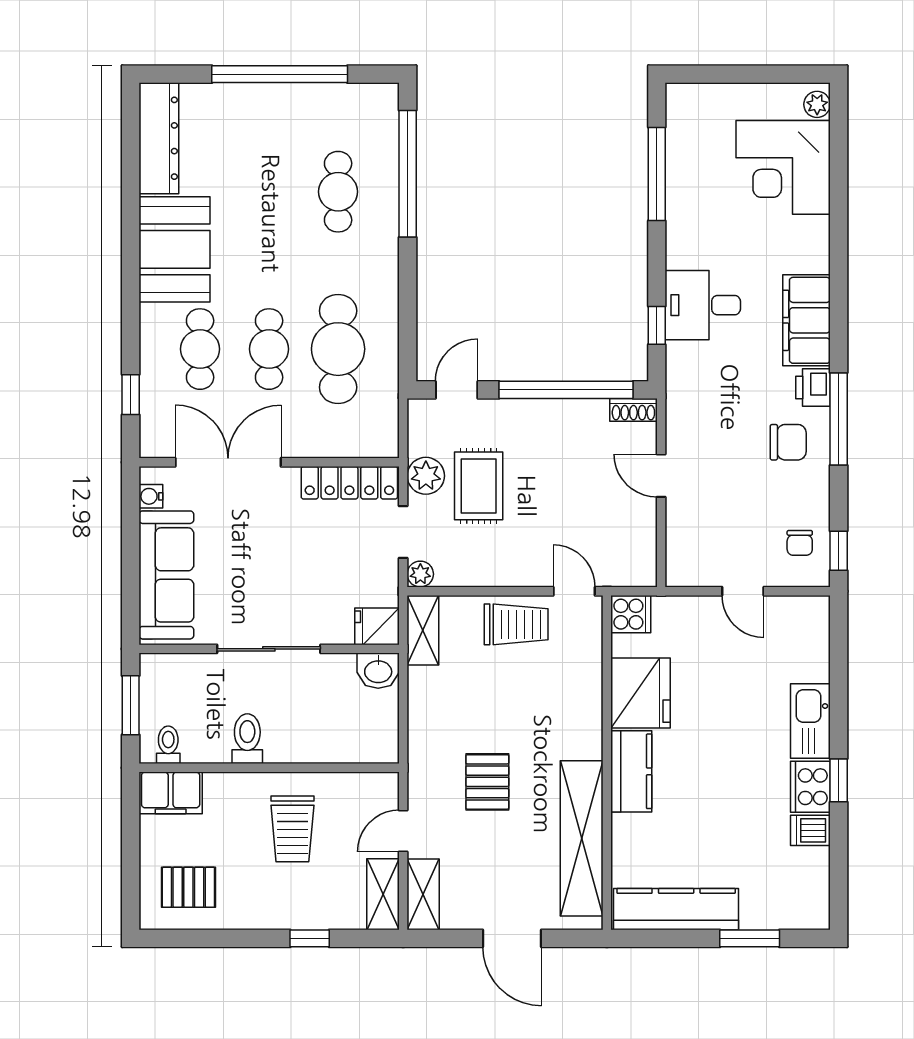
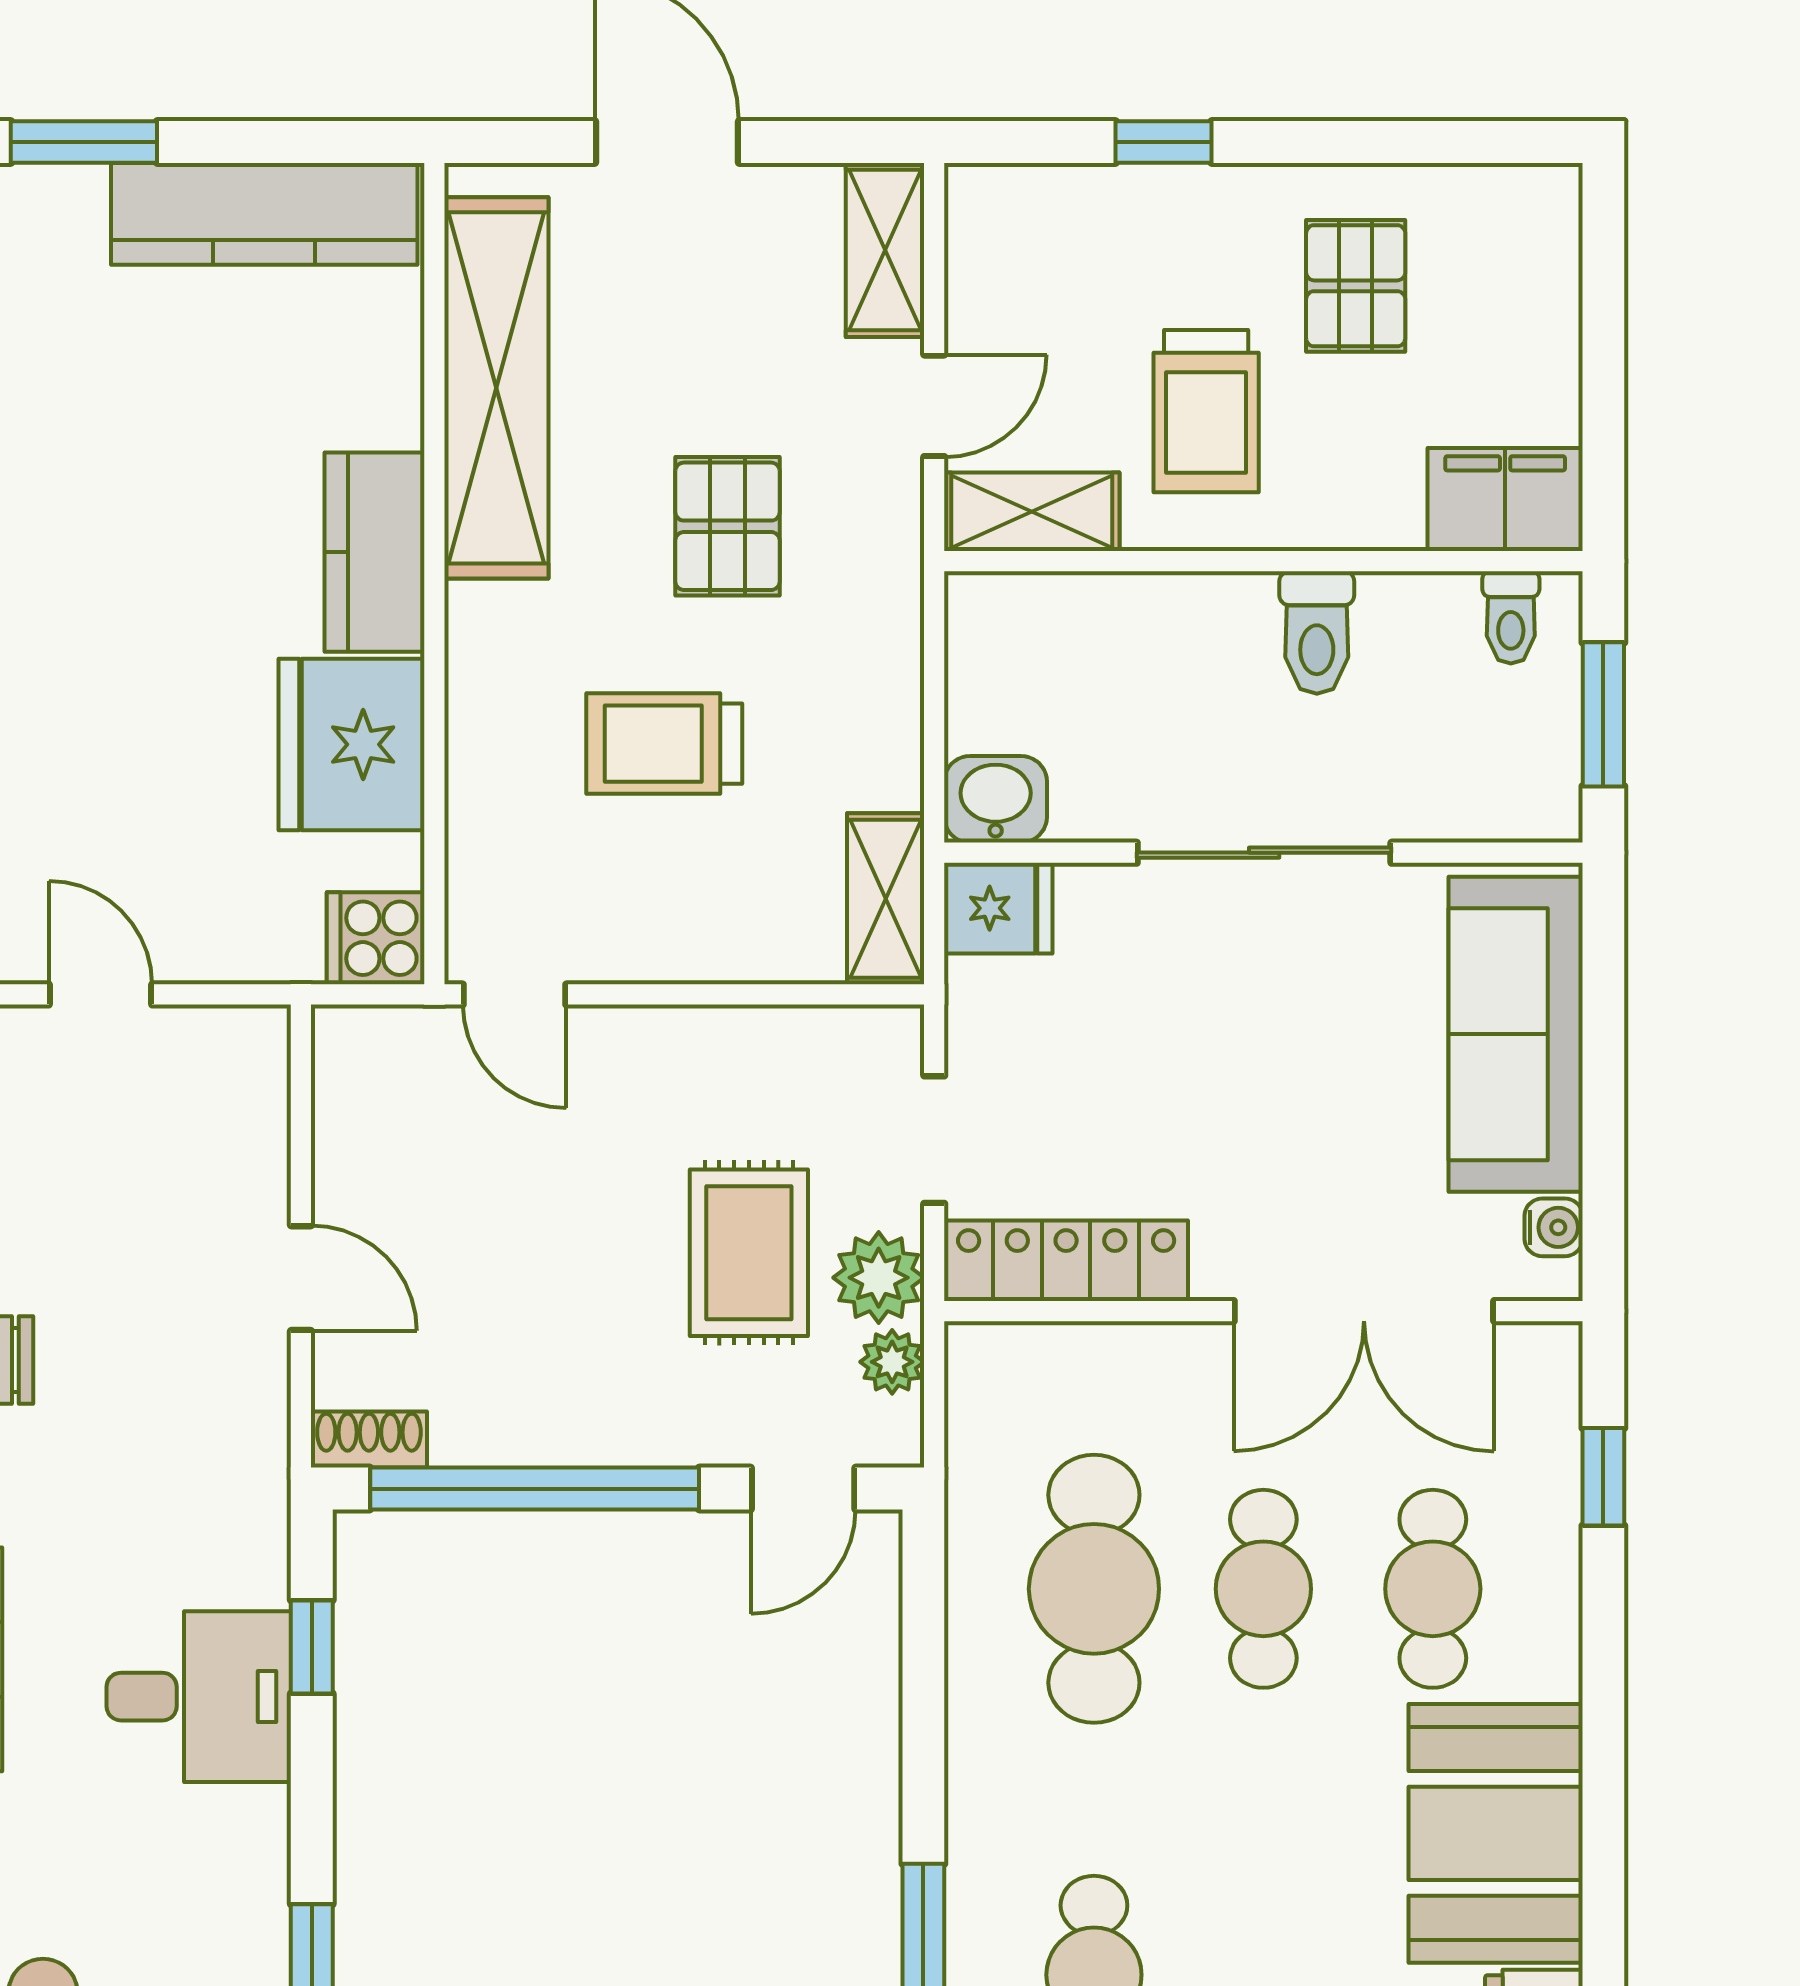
plant: (420, 574) -> (892, 1362), moved
trolley: (516, 624) -> (664, 744), moved
trolley: (292, 829) -> (1206, 411), turned 180
pallet: (188, 887) -> (1356, 286), moved, turned 90
shelving: (383, 894) -> (1032, 512), moved, turned 90

